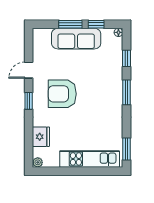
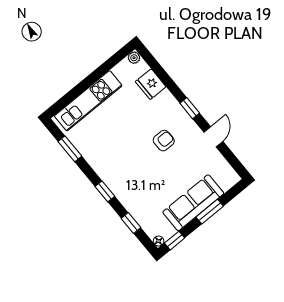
window: (96, 24) -> (175, 241), moved
window: (127, 92) -> (105, 191), width x0.67
armchair: (62, 94) -> (164, 141), width x0.53, depth x0.53
window: (127, 149) -> (70, 149), moved

